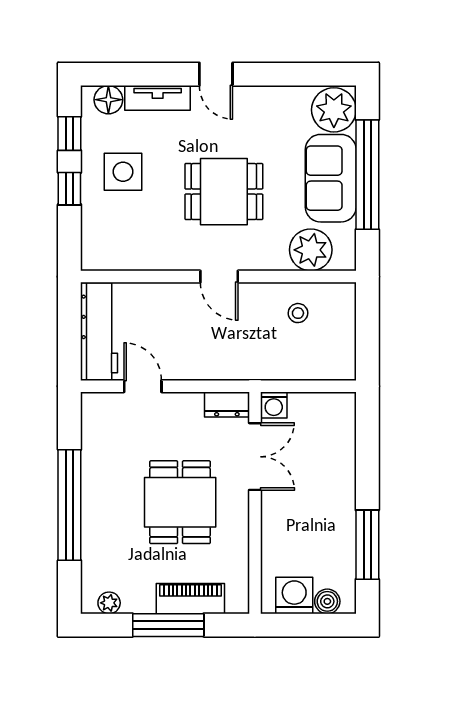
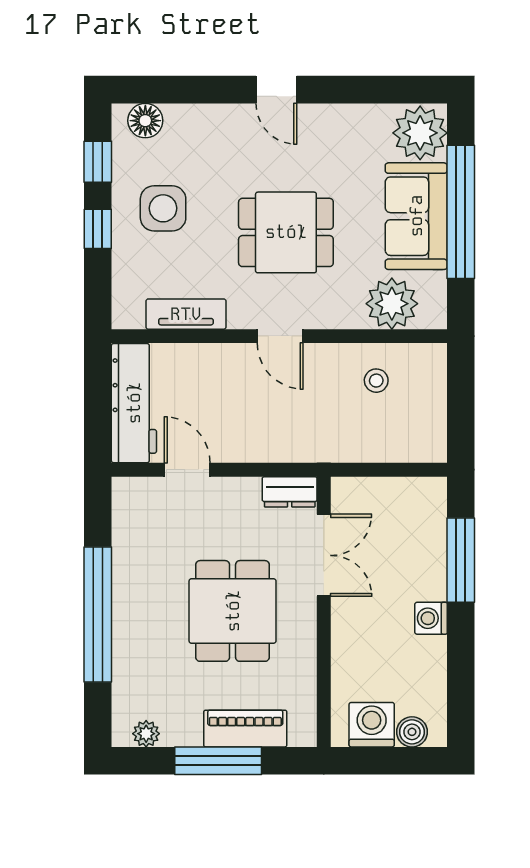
tv unit: (158, 98) -> (186, 314), moved, turned 180
washing machine: (274, 405) -> (431, 618), moved, turned 90
window: (367, 545) -> (461, 560), moved

